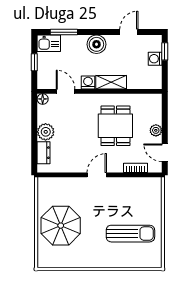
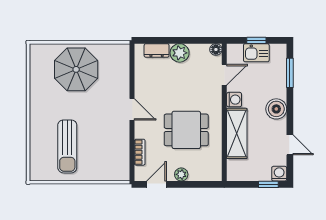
kitchen sink: (49, 43) -> (256, 53), moved, turned -90
washing machine: (155, 59) -> (279, 174), moved
shelving: (111, 82) -> (237, 133), width x1.50, depth x1.33

